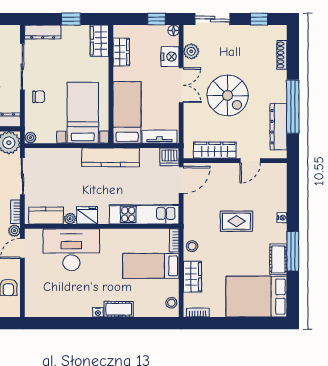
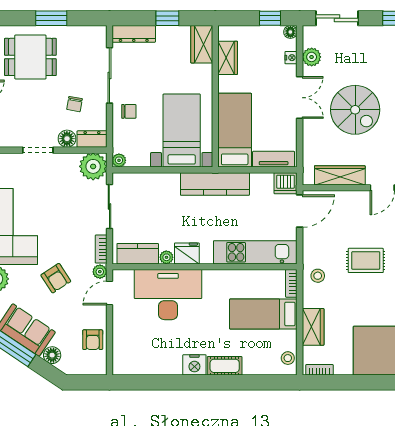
nightstand: (170, 57) -> (291, 58), width x0.53, depth x0.56
stool: (192, 246) -> (318, 276), moved
nightstand: (98, 312) -> (194, 365), width x1.89, depth x1.79

